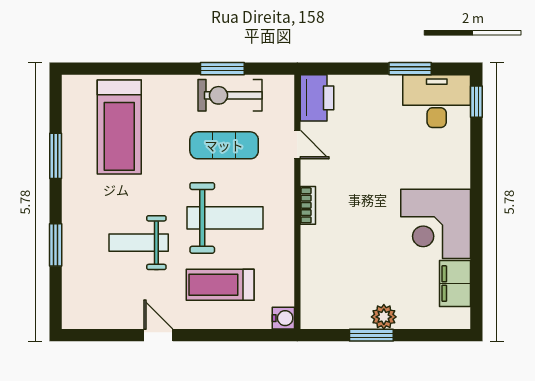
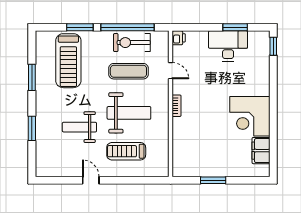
window: (139, 69) -> (80, 27), added
window: (222, 69) -> (128, 27), width x2.11
printer: (317, 98) -> (179, 38), width x0.53, depth x0.68
desk: (437, 101) -> (228, 46), moved
plant: (384, 317) -> (220, 170), removed
water cooler: (283, 318) -> (163, 170), removed

